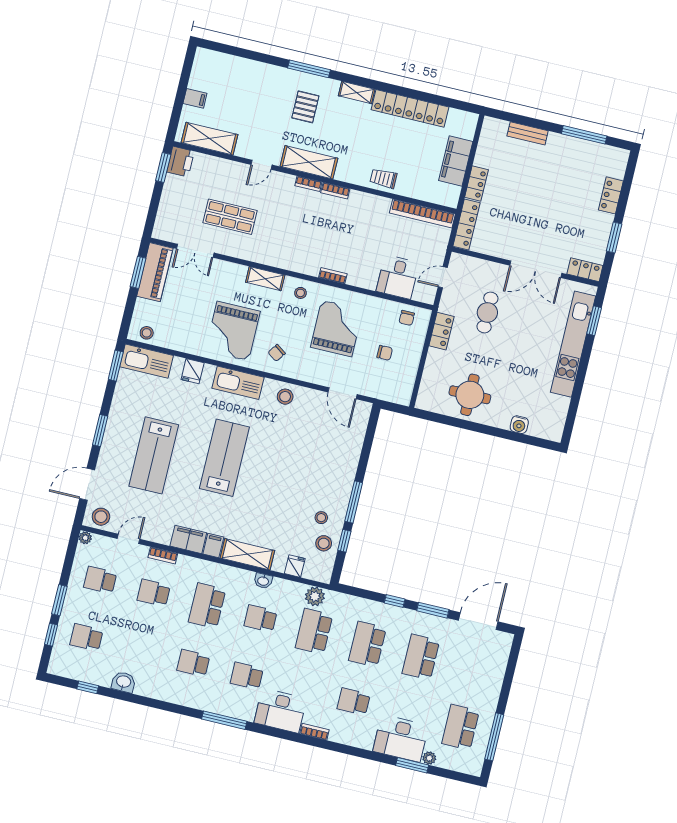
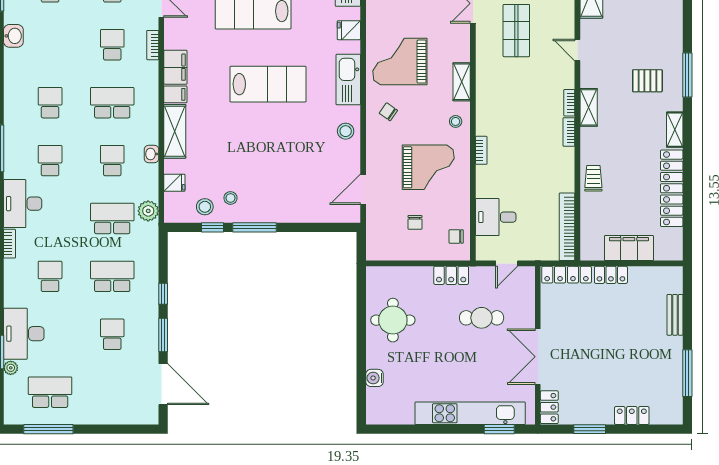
shelving: (309, 162) -> (589, 107), width x0.67, depth x0.75
door: (443, 277) -> (507, 263), swing flipped
school desk: (421, 657) -> (112, 334), width x0.54

